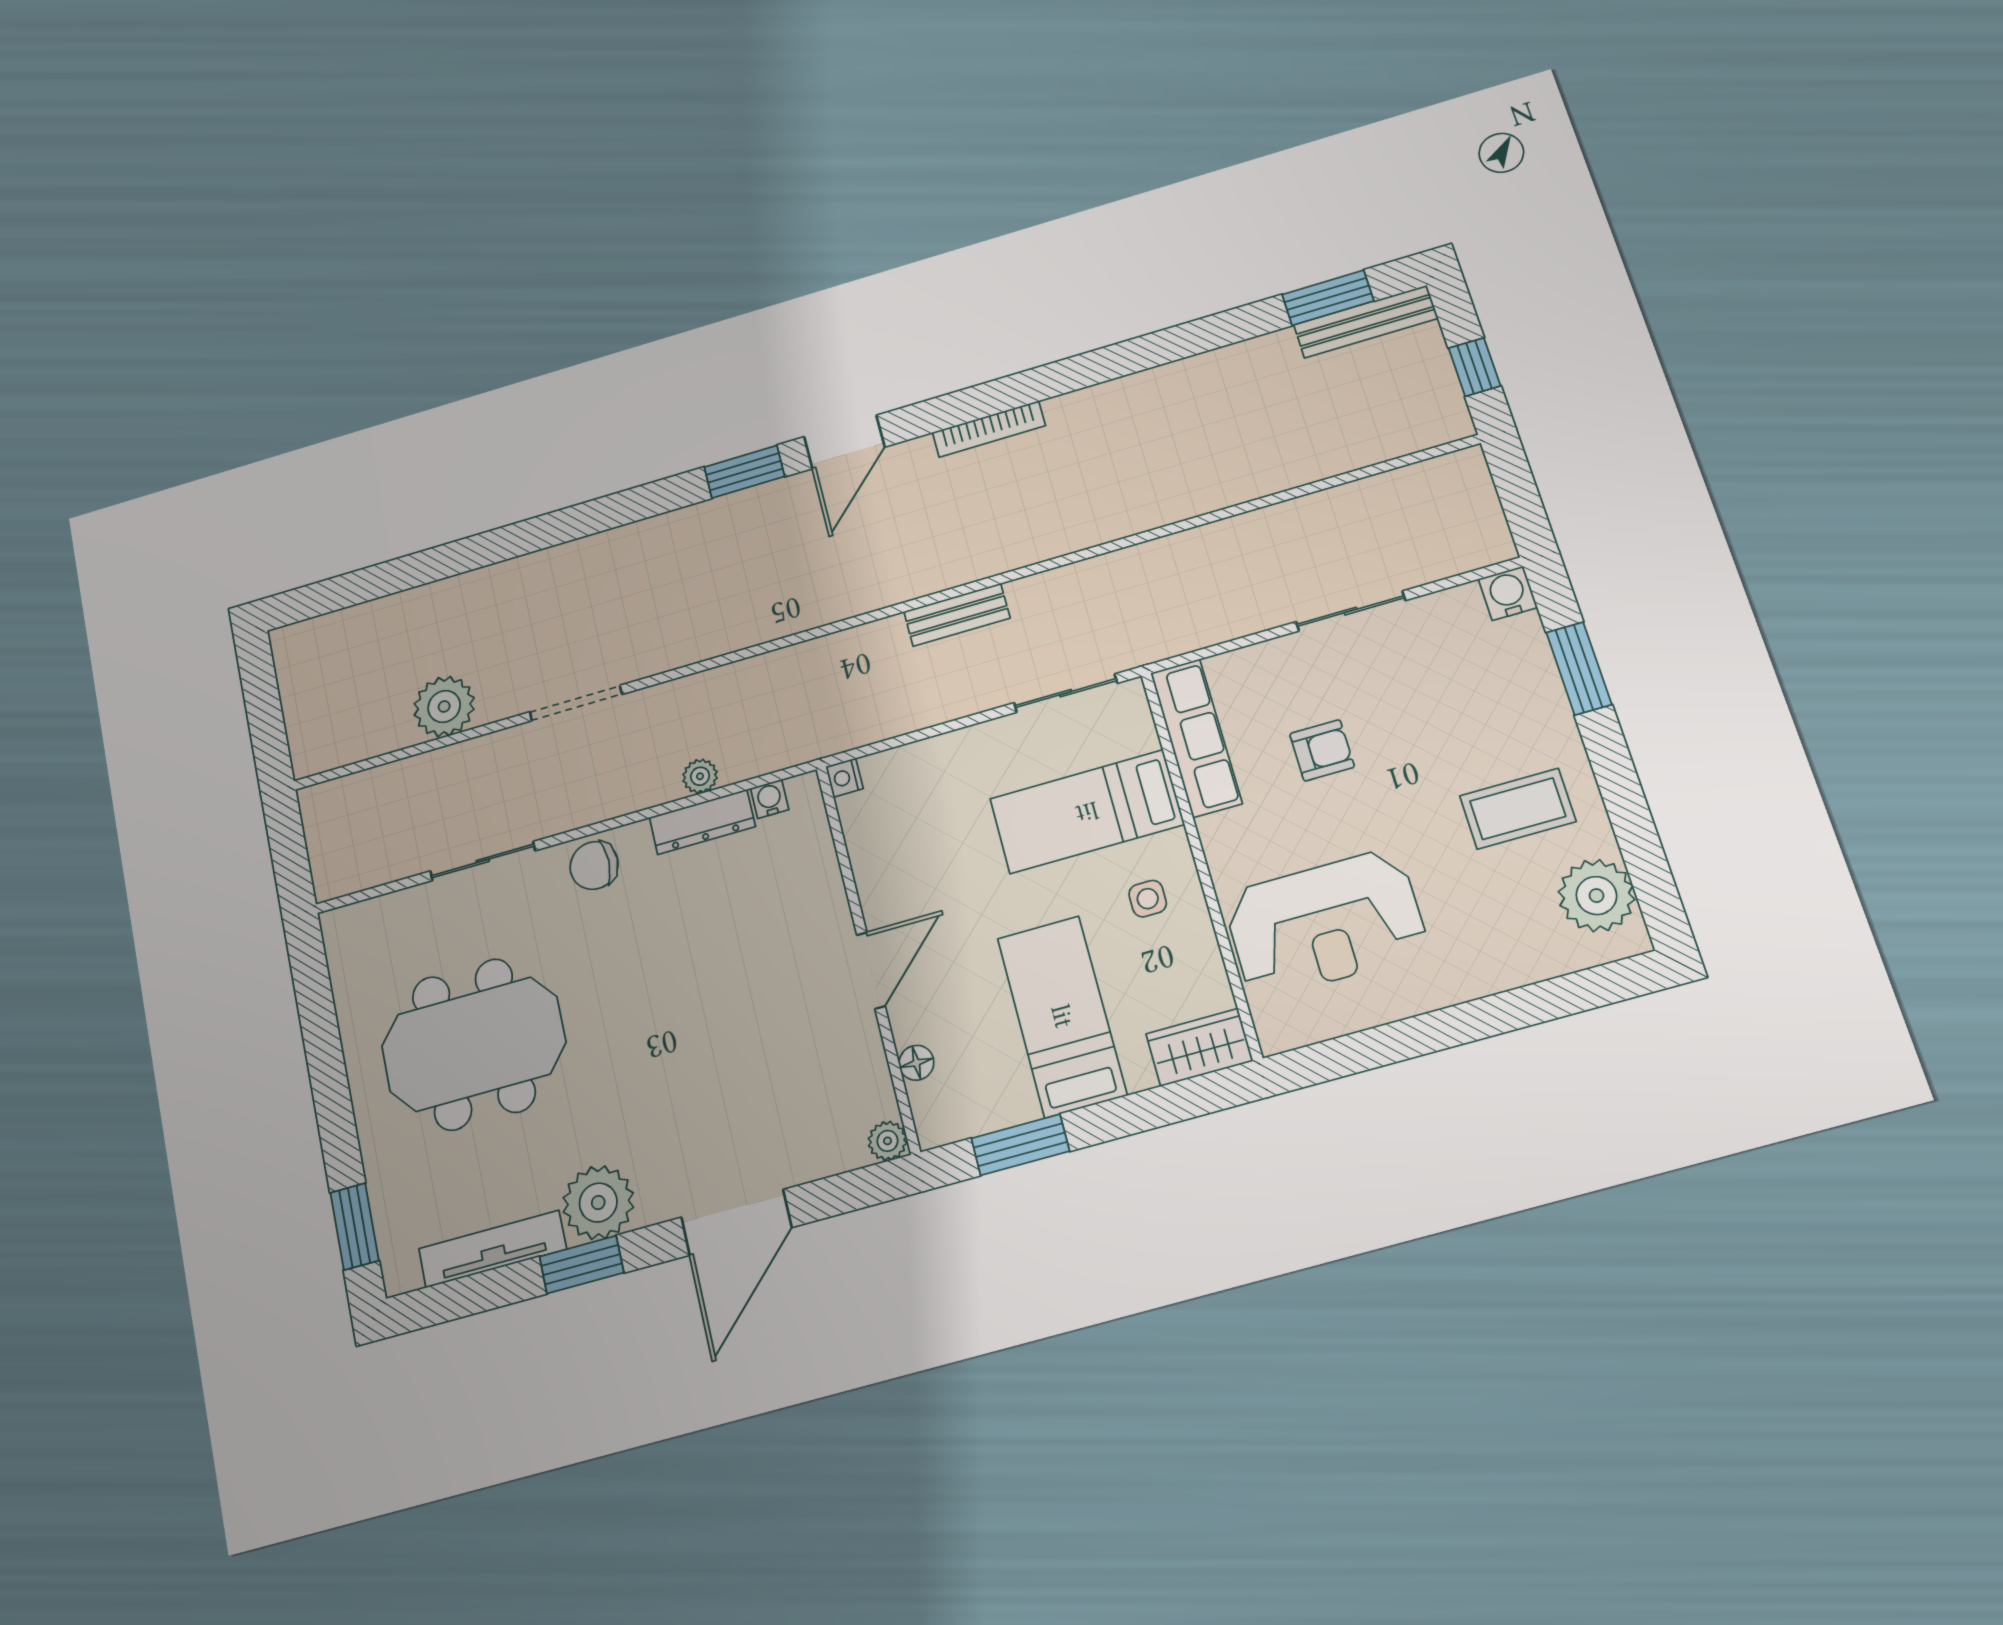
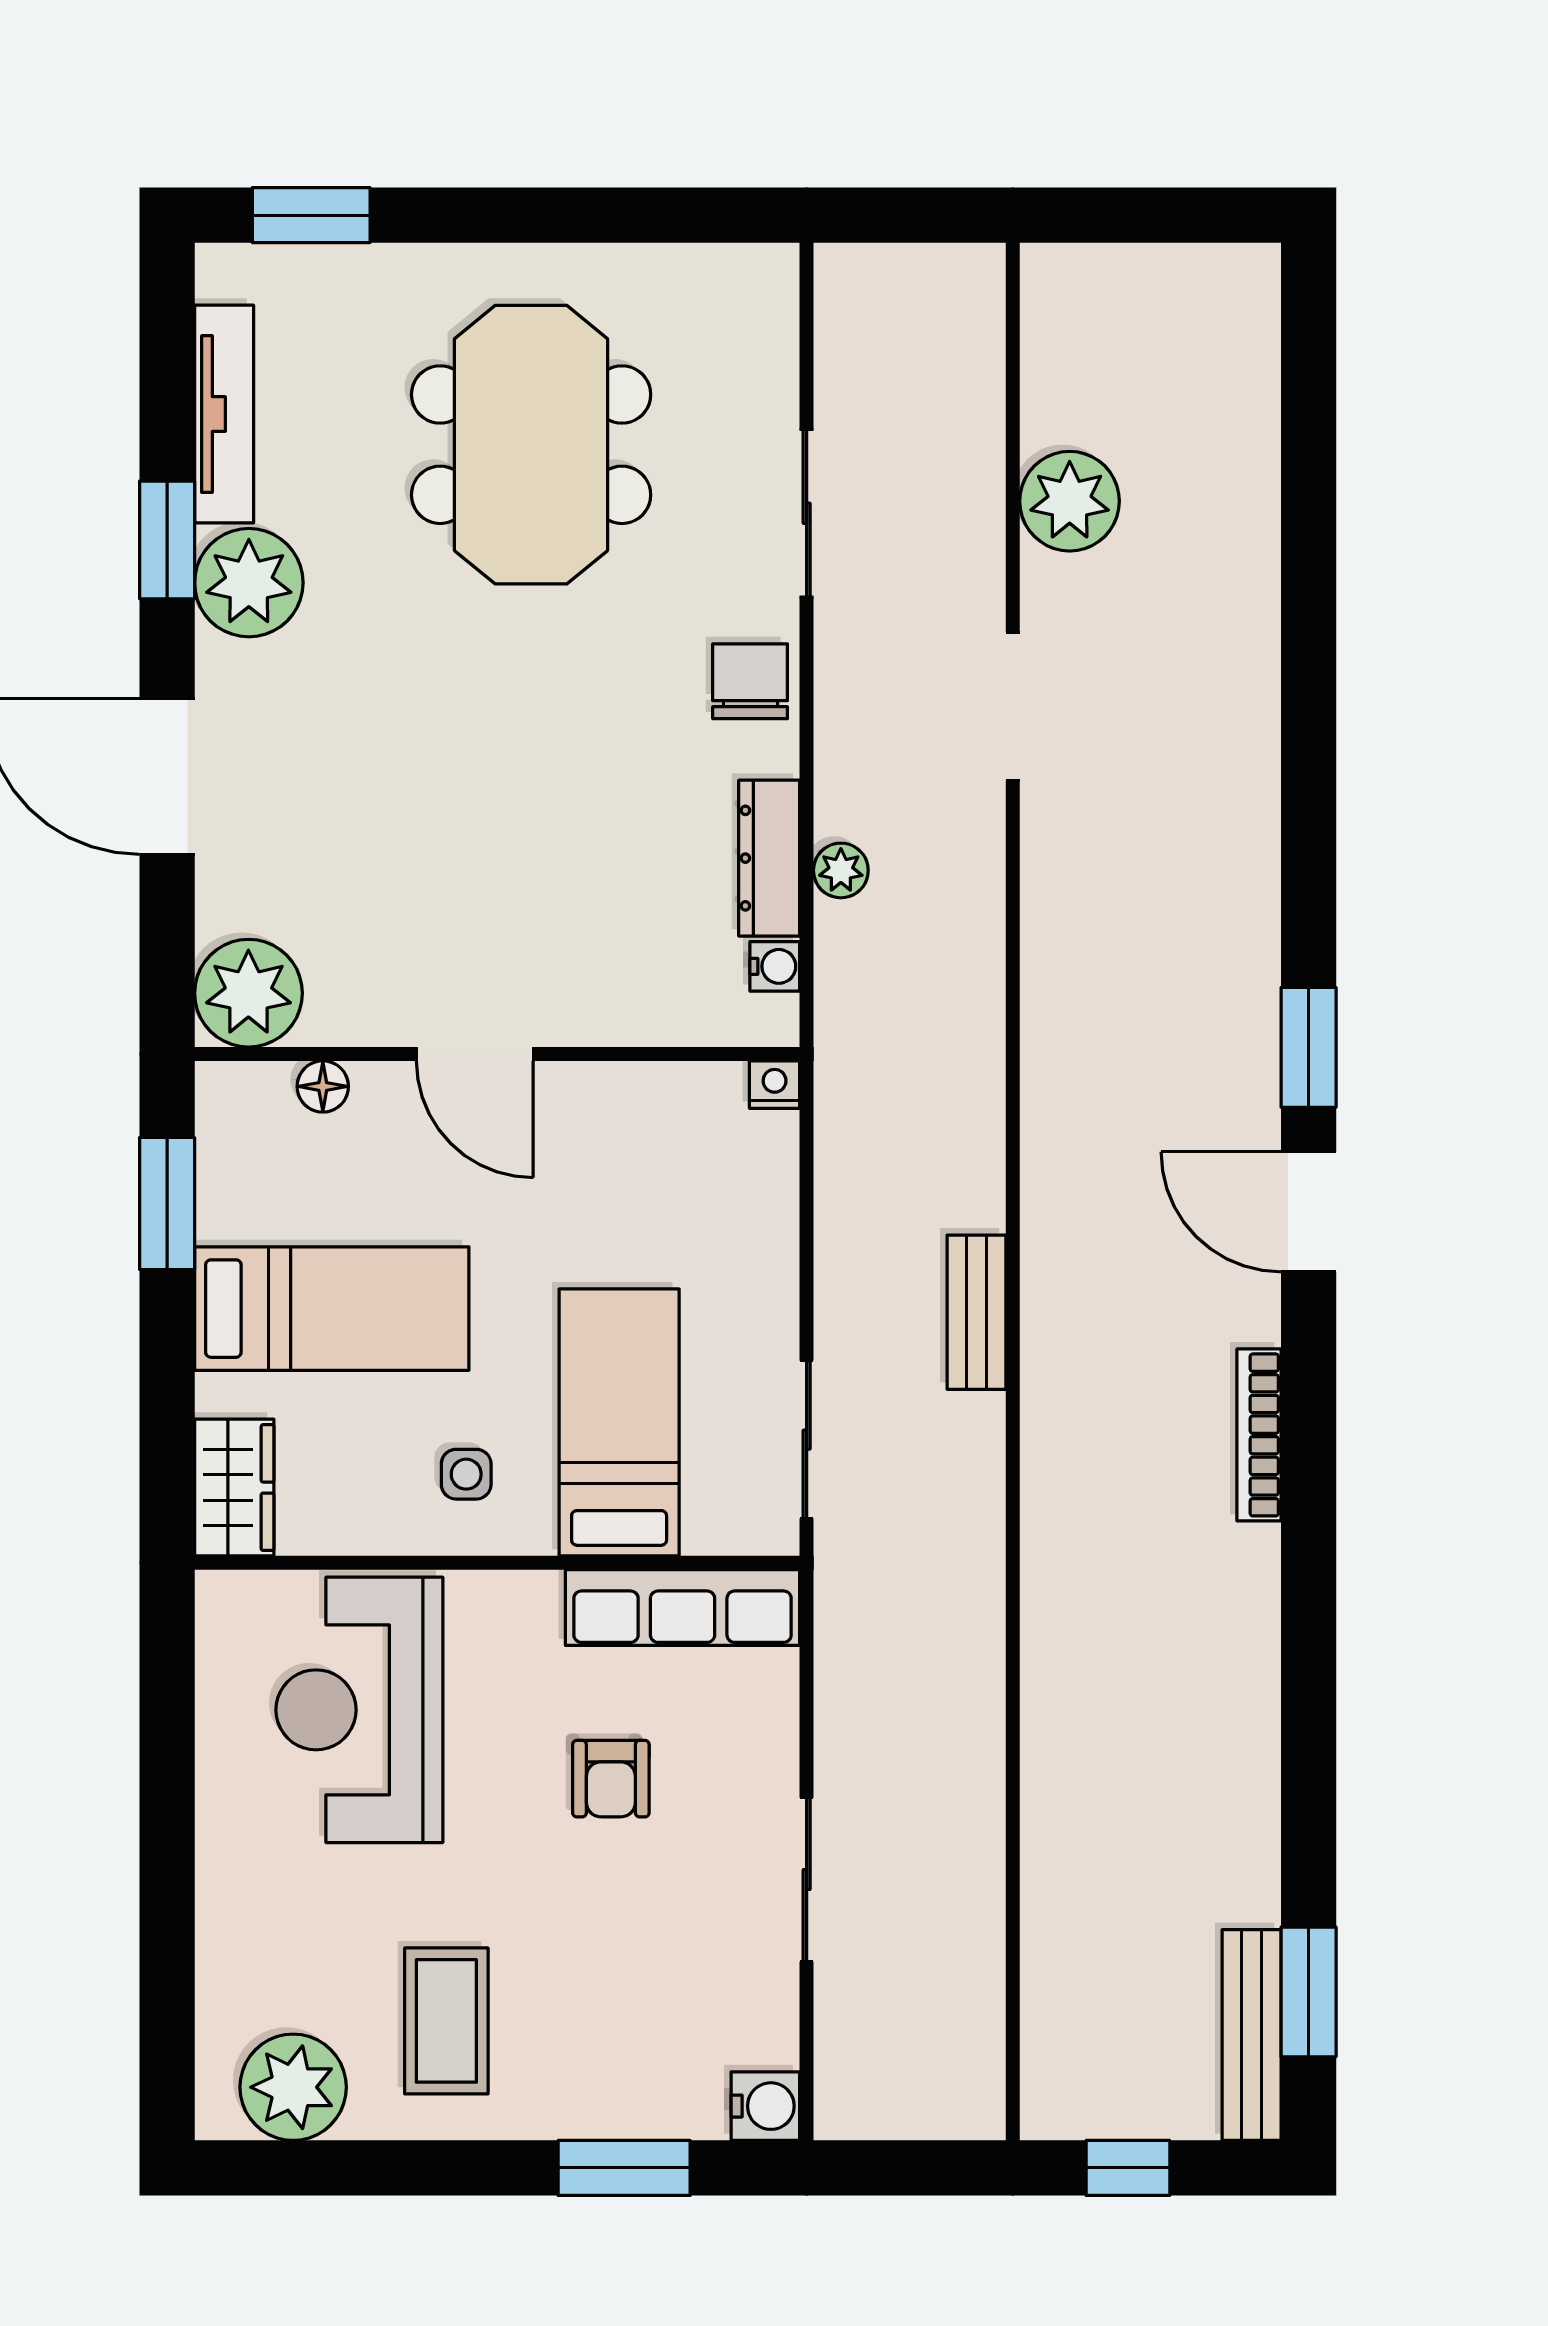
plant: (887, 1141) -> (248, 993), width x1.87, depth x1.87

